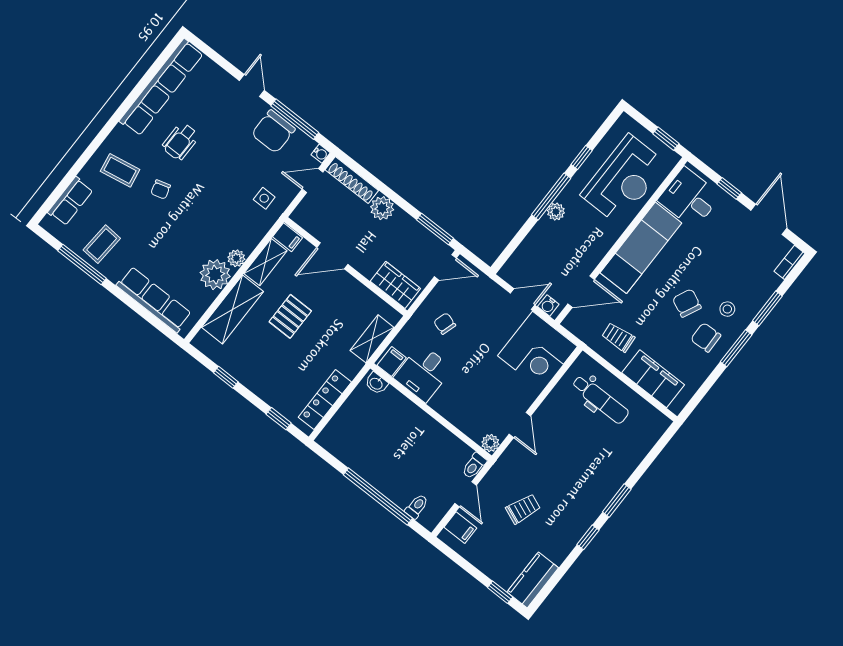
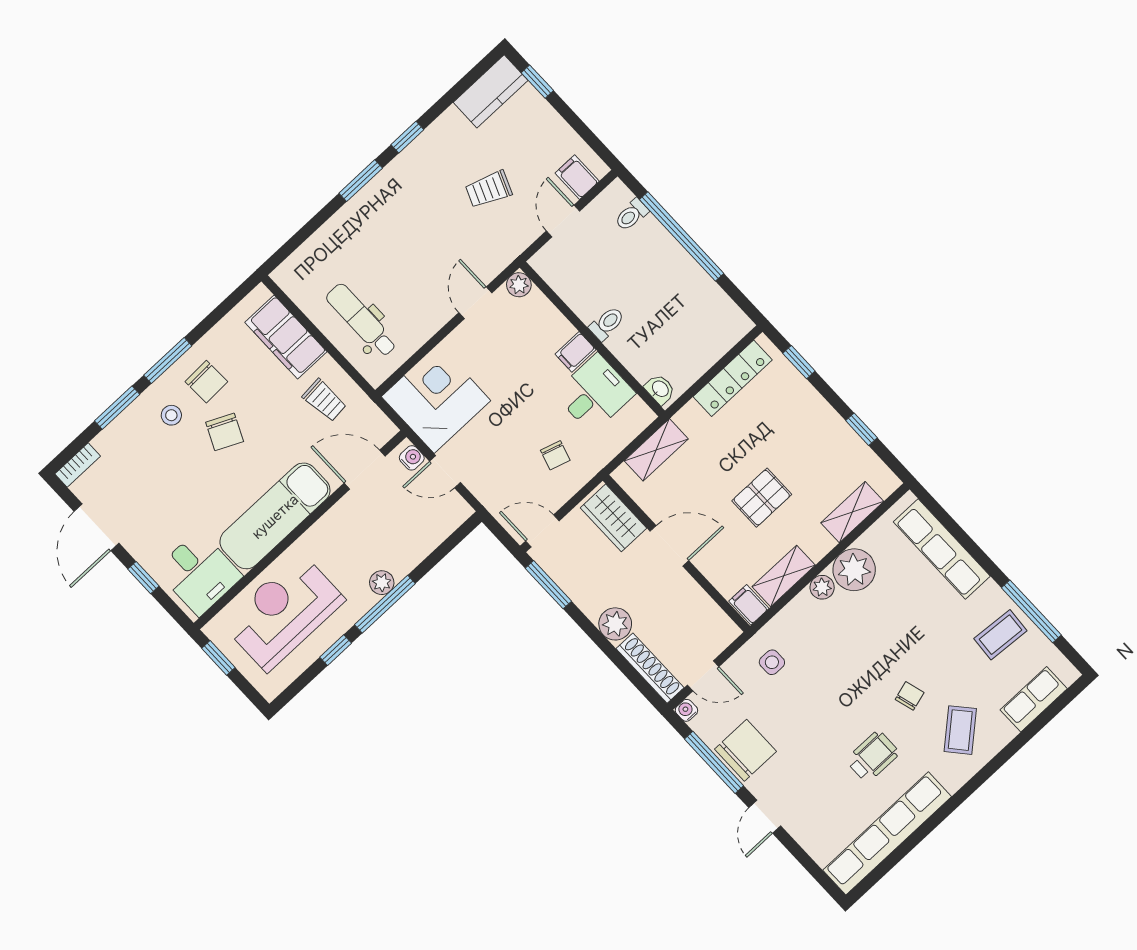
coffee table: (120, 170) -> (960, 730), turned 59
door: (332, 256) -> (669, 546), moved
shelving: (233, 309) -> (852, 512), width x0.67, depth x0.75
filing cabinet: (392, 362) -> (575, 352), moved
toilet: (474, 466) -> (607, 323), moved

